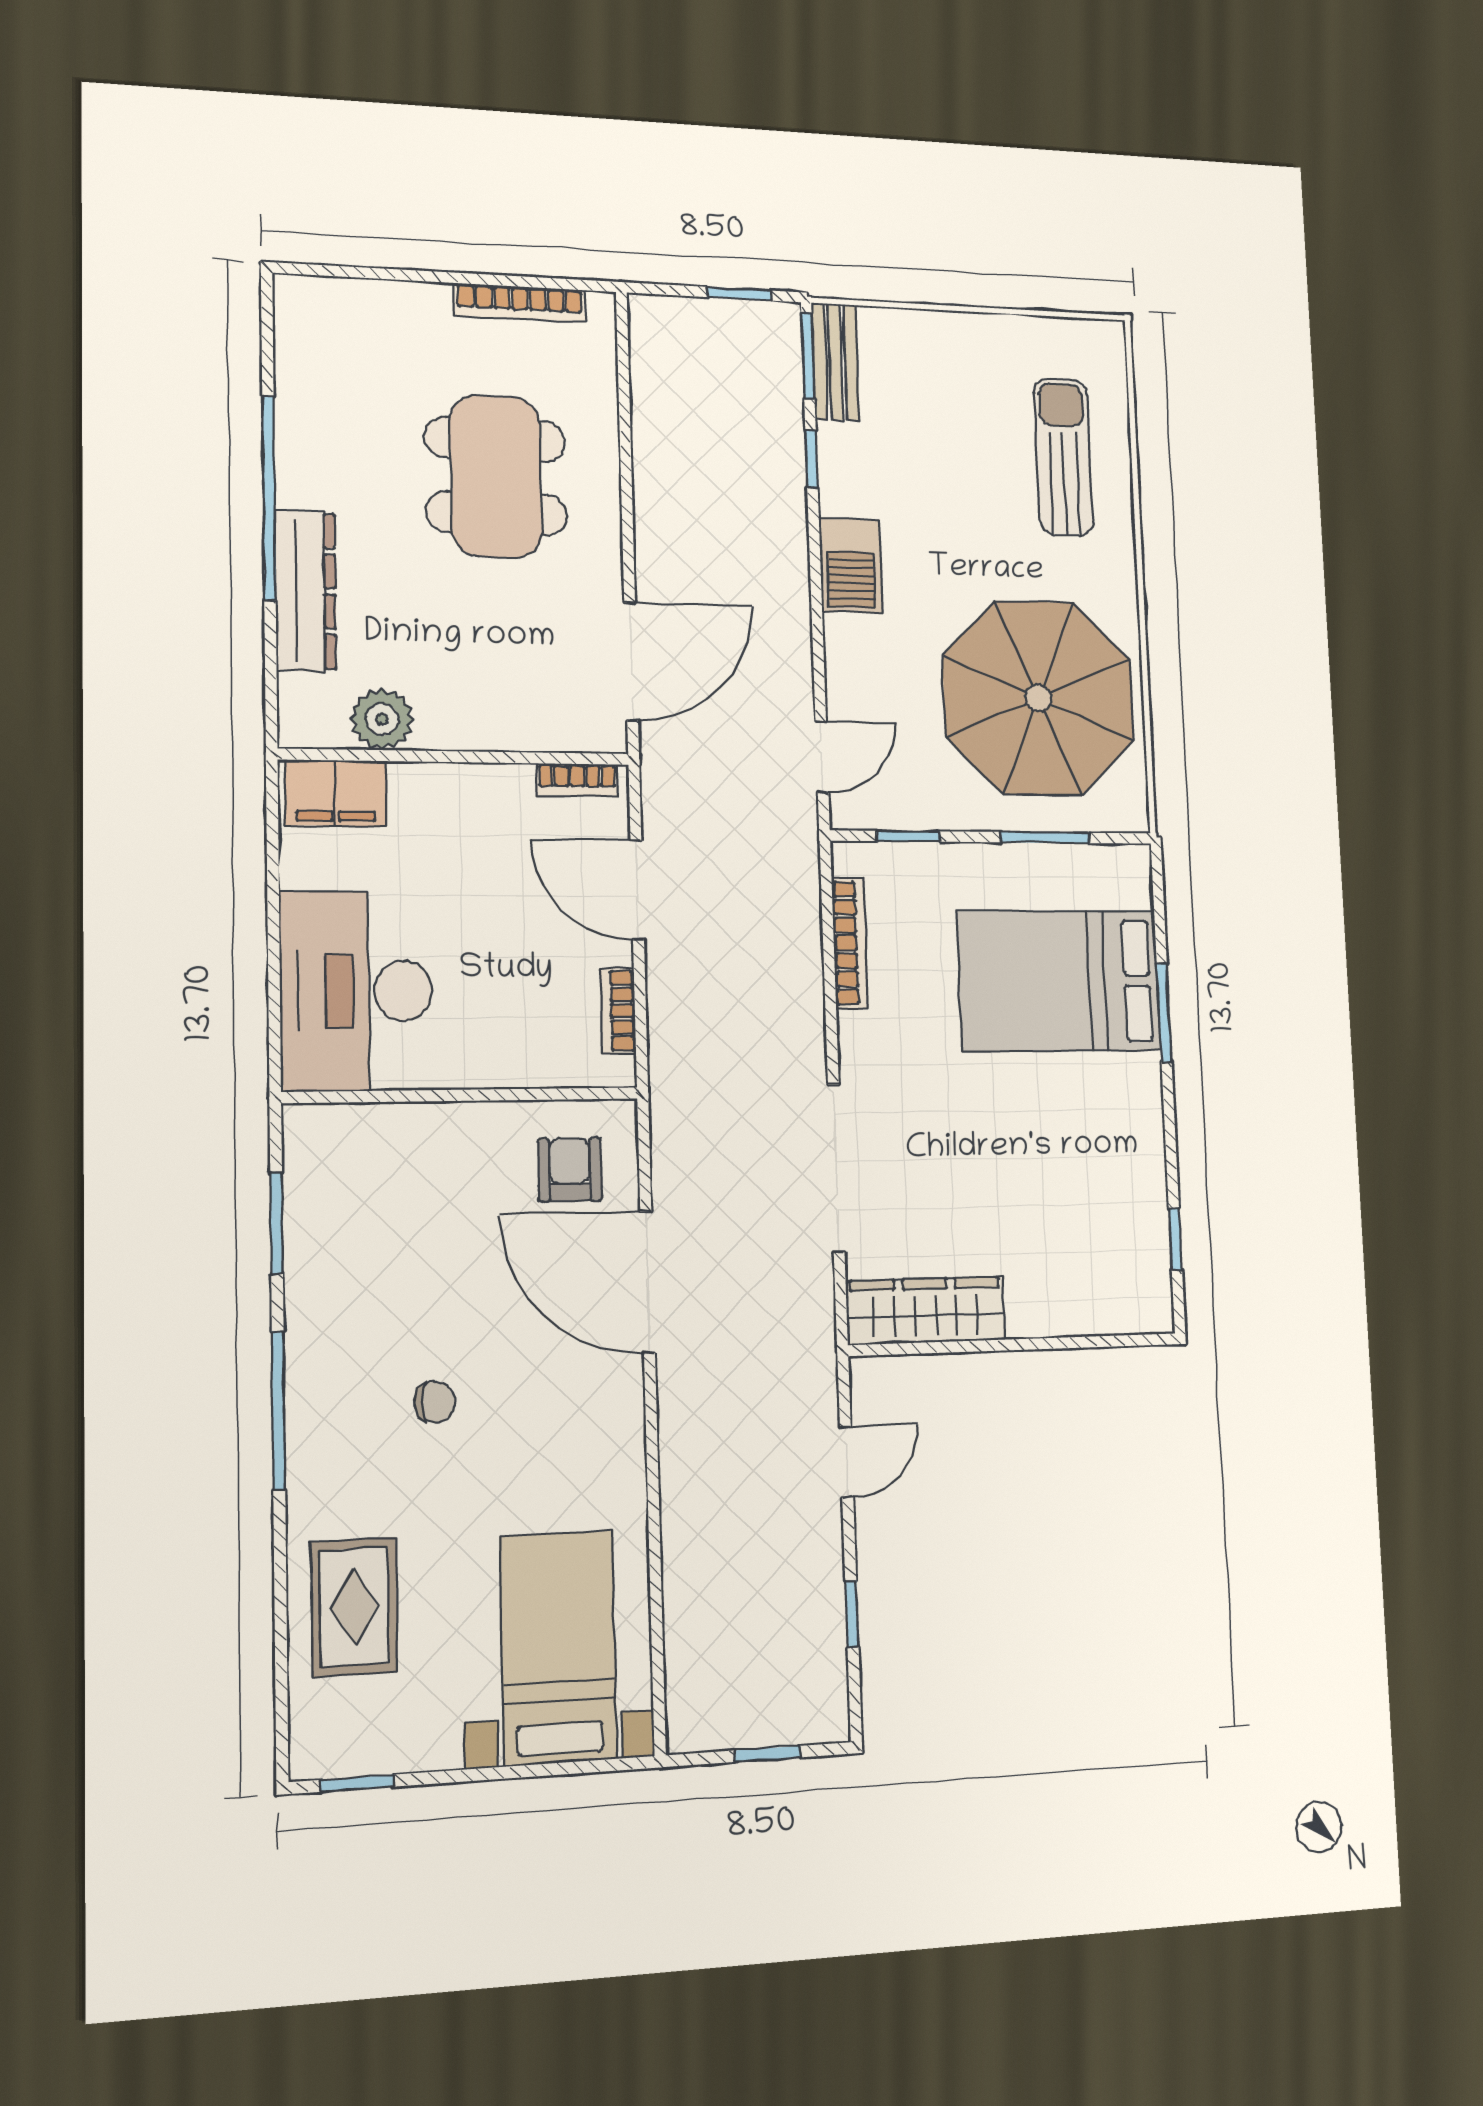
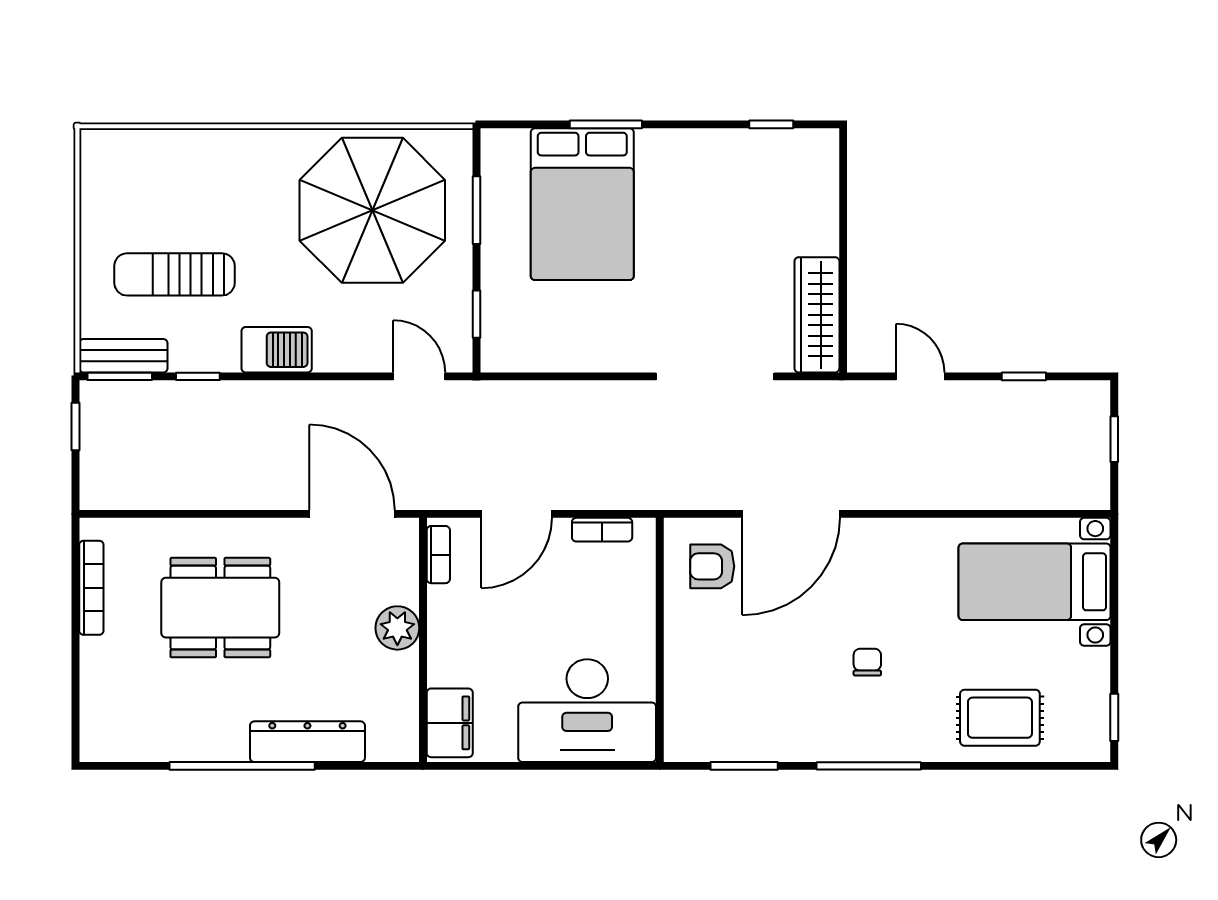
sun lounger: (1064, 457) -> (175, 274), moved
plant: (382, 719) -> (397, 628), moved
bookcase: (850, 943) -> (554, 360), removed

